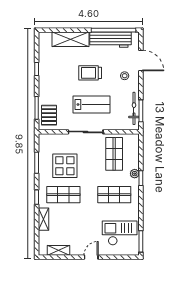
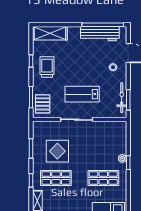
shelving: (70, 39) -> (50, 33), moved
trolley: (90, 73) -> (47, 67), moved, turned 90
lab bench: (91, 105) -> (82, 94), turned 180
shop shelf: (114, 154) -> (103, 140), removed

